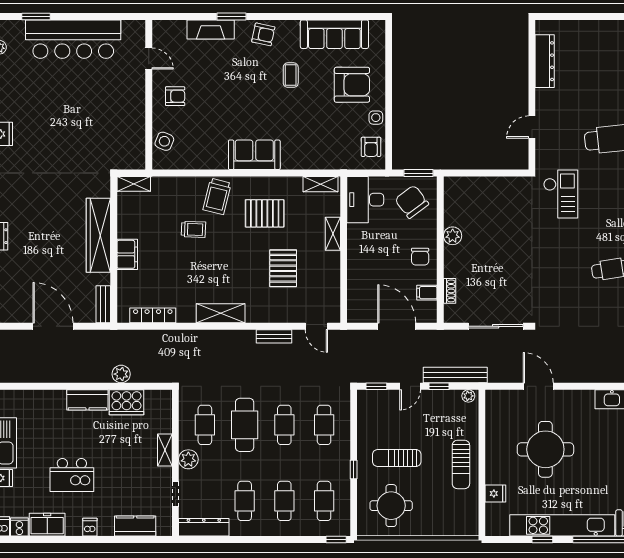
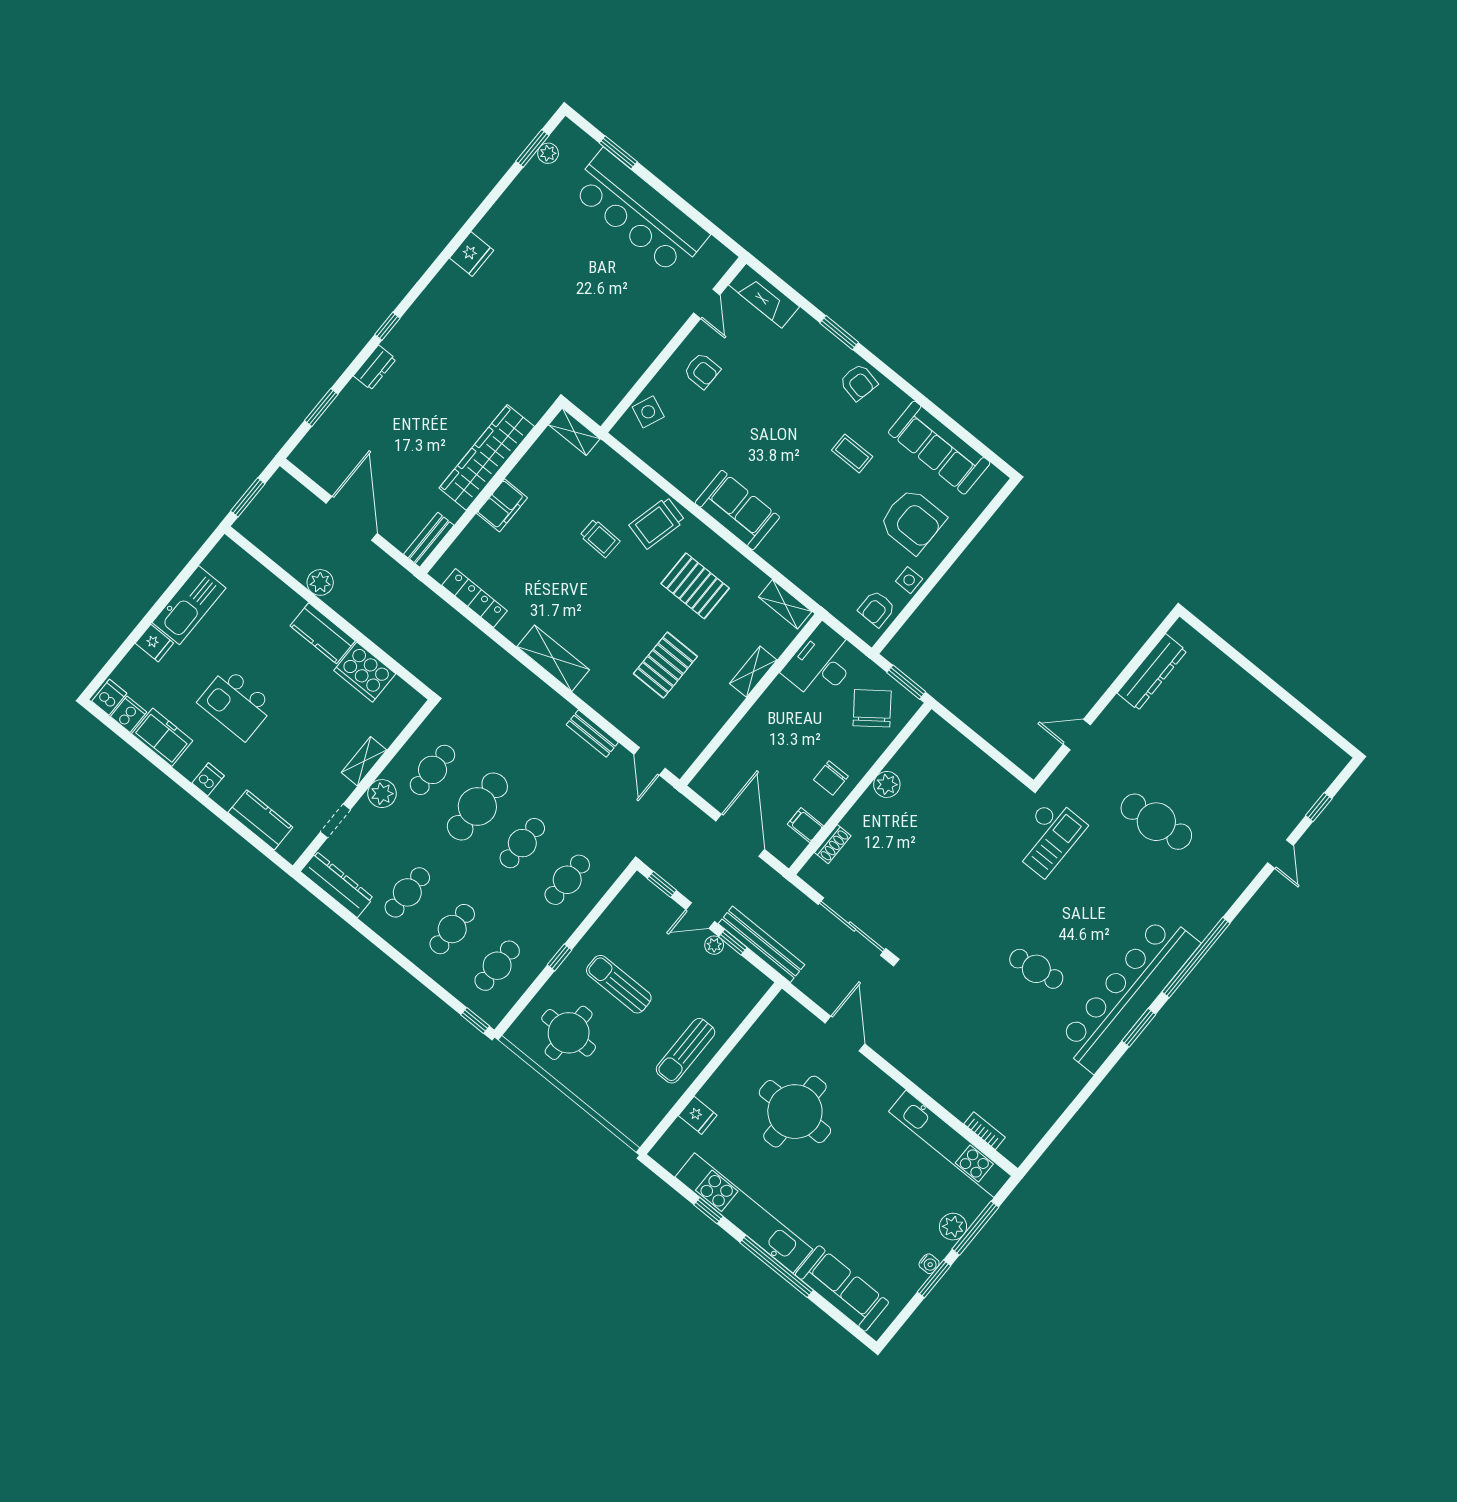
fireplace: (211, 29) -> (764, 296), moved
coffee table: (291, 75) -> (852, 453), turned 90
plant: (121, 374) -> (320, 582), moved
plant: (468, 396) -> (714, 945), moved

